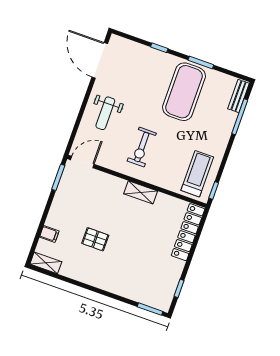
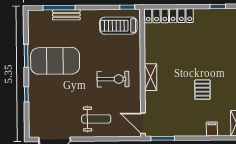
bench: (238, 96) -> (66, 15), moved
shelving: (141, 192) -> (151, 77), moved

